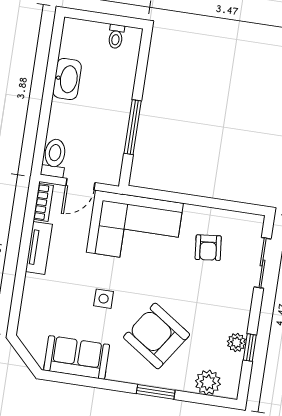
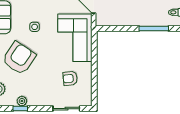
window: (133, 127) -> (154, 29), moved

